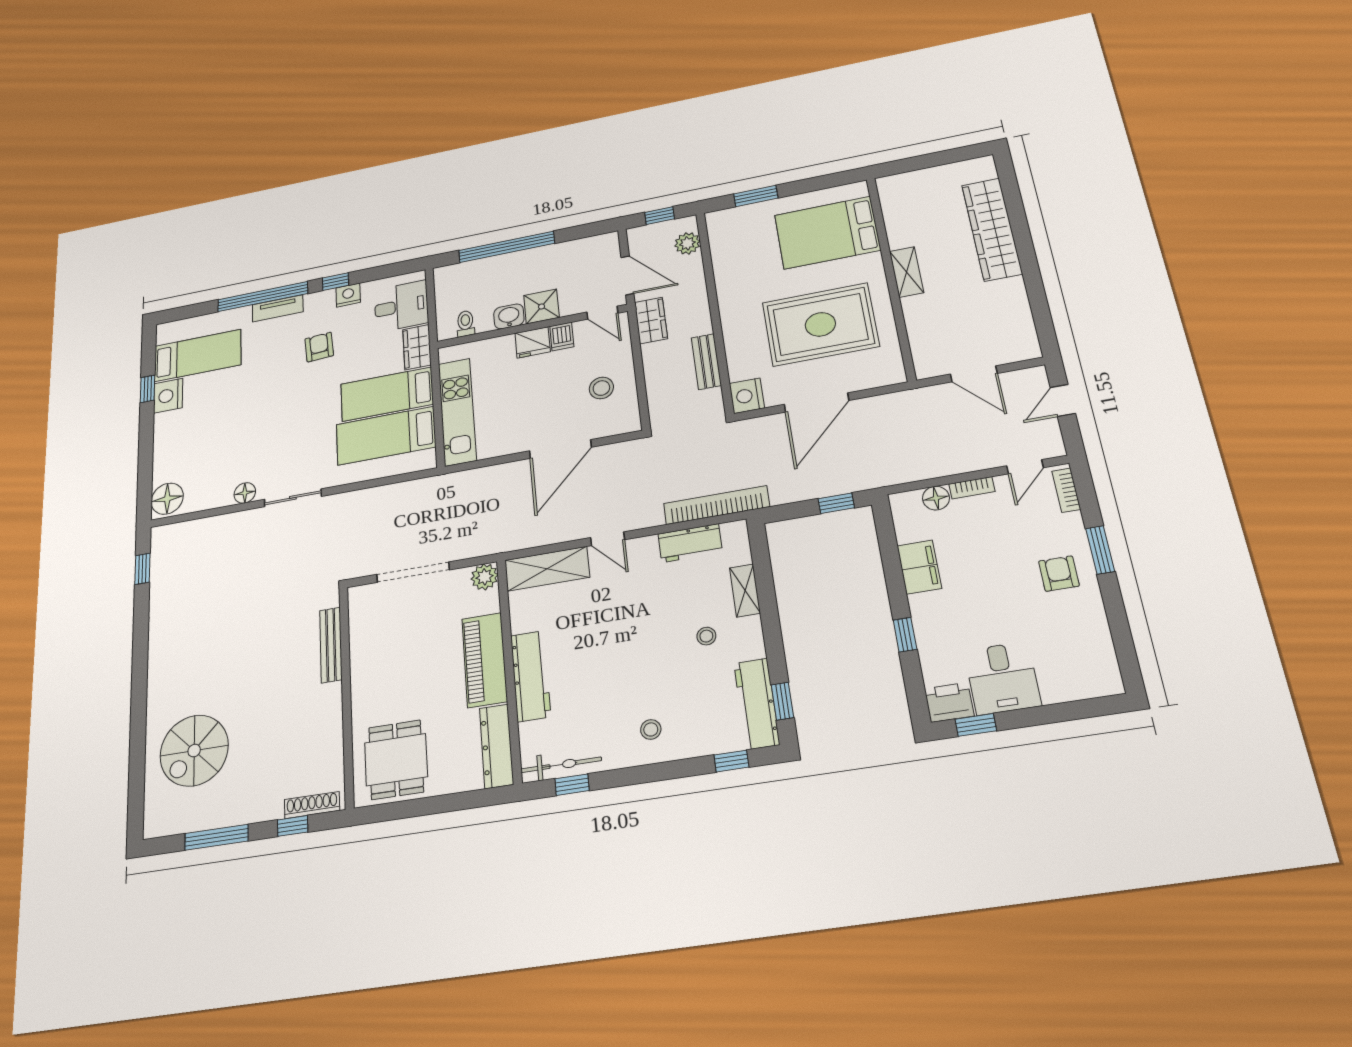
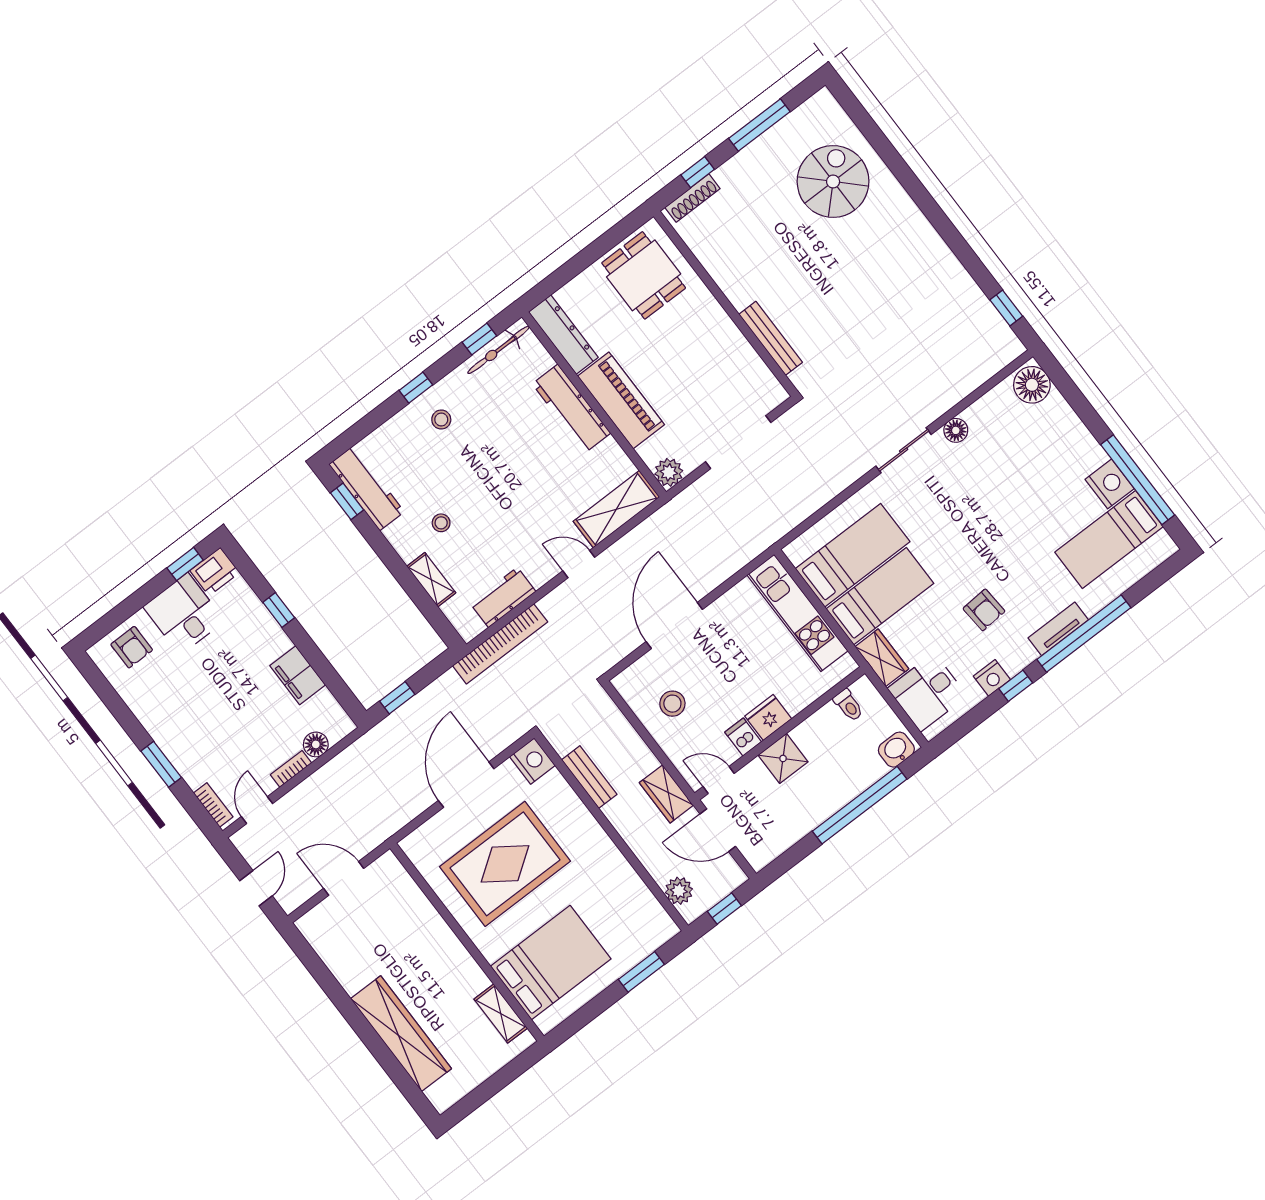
shelving: (907, 272) -> (501, 1014), moved
washbasin: (509, 316) -> (896, 750), moved, turned 180
window: (148, 389) -> (1138, 480), width x3.17
armchair: (1059, 574) -> (132, 647), moved
window: (731, 761) -> (416, 388), moved

